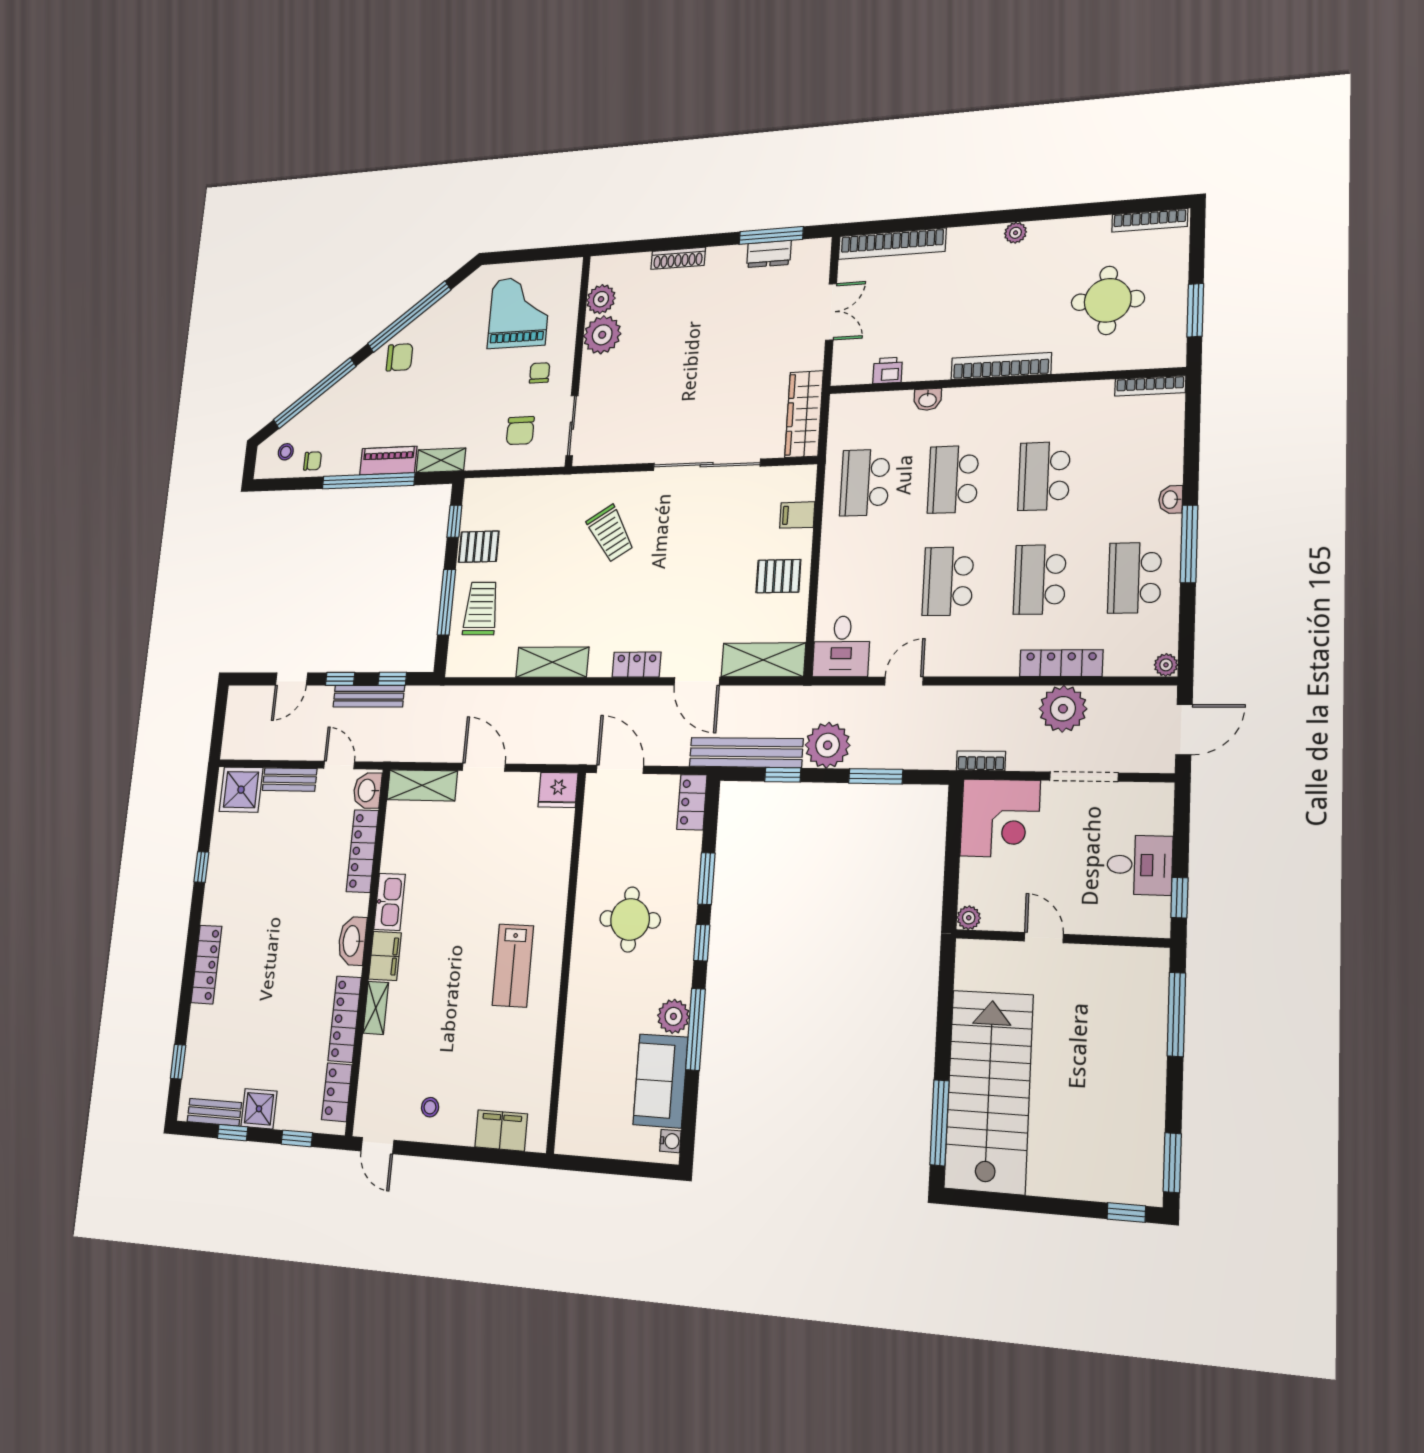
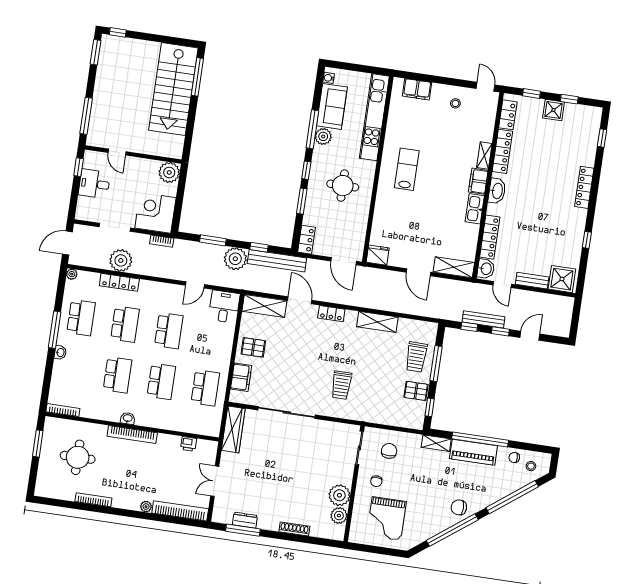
bookcase: (1150, 220) -> (93, 500), moved
plant: (1016, 233) -> (146, 507), moved
washbasin: (928, 400) -> (128, 418), moved
piano: (388, 461) -> (473, 452), width x1.37, depth x1.33
filing cabinet: (797, 515) -> (241, 377), width x2.00
trolley: (610, 533) -> (341, 385), turned -148
plant: (969, 918) -> (169, 172), width x1.87, depth x1.87
door: (1044, 938) -> (117, 152), moved
kitchen unit: (578, 1066) -> (374, 117), added
bench: (214, 1112) -> (580, 110), removed

